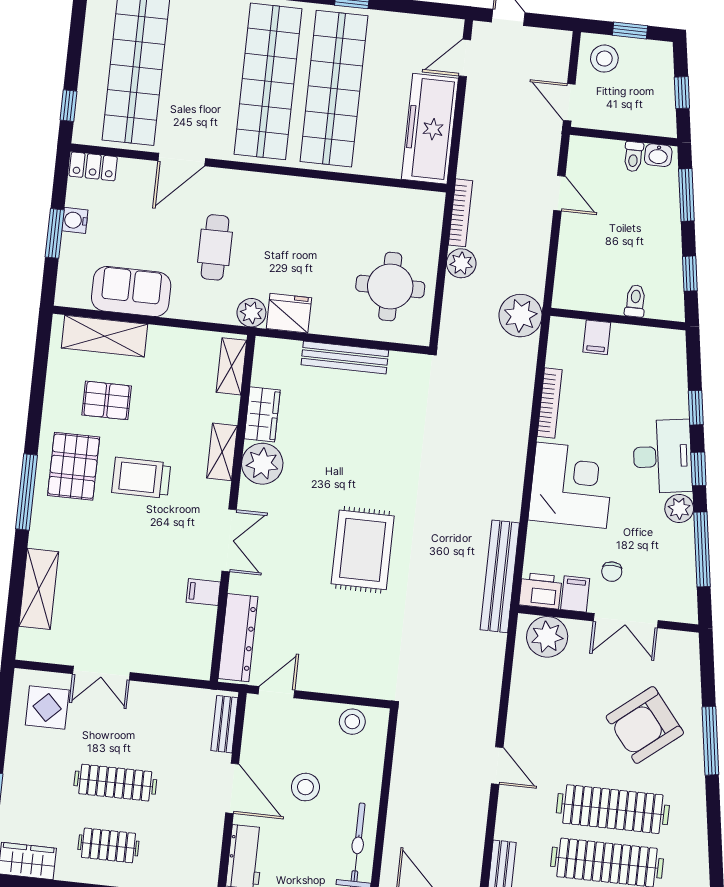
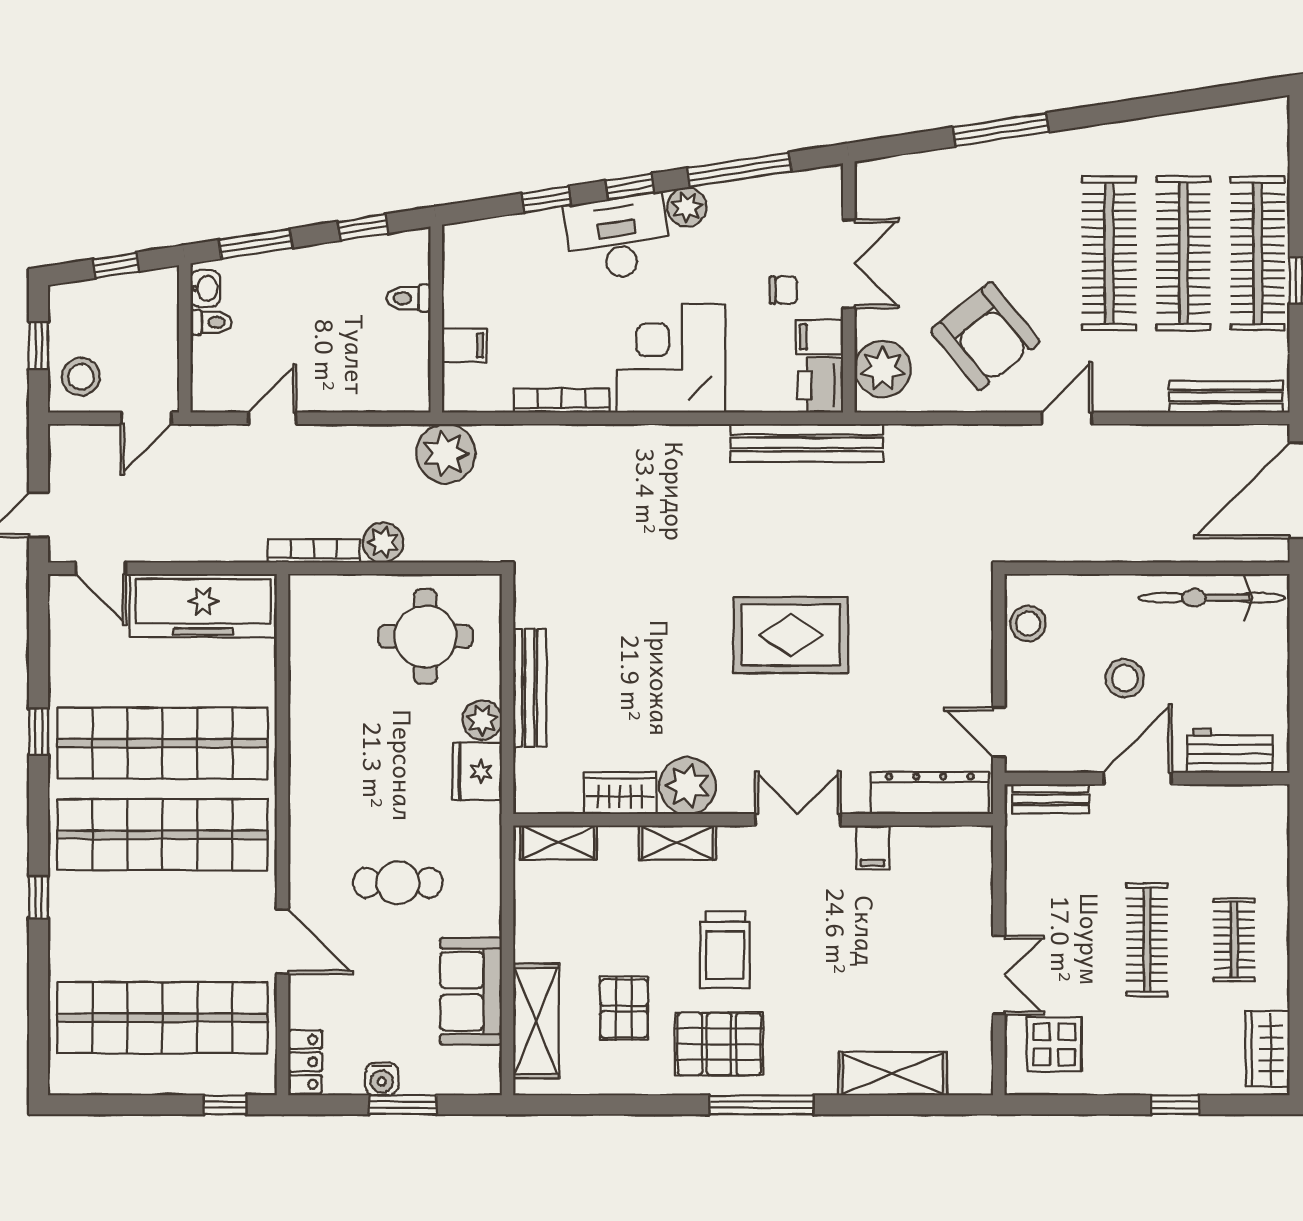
plant: (251, 313) -> (482, 720), moved
armchair: (645, 725) -> (985, 336), moved

